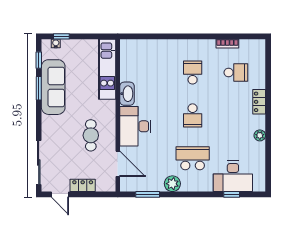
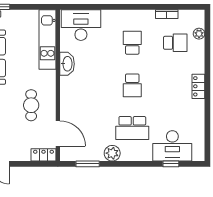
locker: (259, 102) -> (198, 86), moved
desk: (135, 126) -> (81, 25), moved, turned 90
plant: (260, 135) -> (199, 34), moved
school desk: (193, 158) -> (132, 128), turned 180
locker: (83, 185) -> (44, 155), moved

